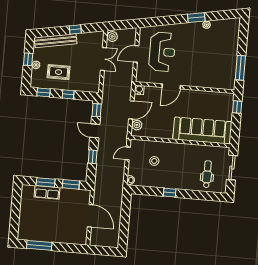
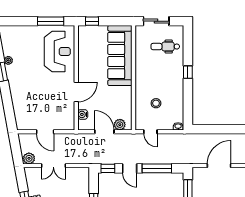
reception desk: (162, 52) -> (57, 52), moved, turned 90
double door: (103, 59) -> (53, 166), swing flipped
door: (171, 86) -> (76, 92), hinge flipped
water cooler: (139, 90) -> (83, 114), moved
door: (95, 131) -> (130, 168), hinge flipped
window: (93, 157) -> (157, 168), width x2.17
window: (170, 193) -> (188, 72), moved

